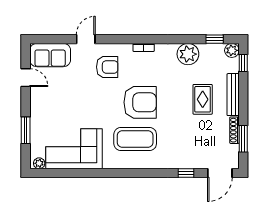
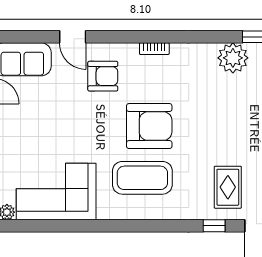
door: (86, 39) -> (73, 37), swing flipped
plant: (188, 54) -> (233, 58), moved
rug: (203, 99) -> (228, 187), moved

